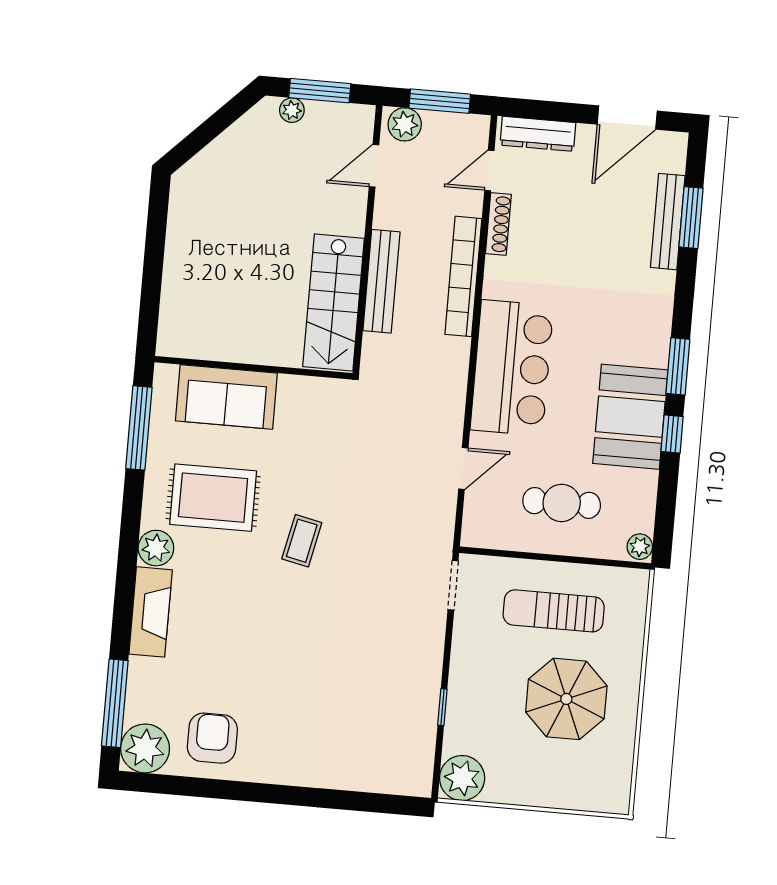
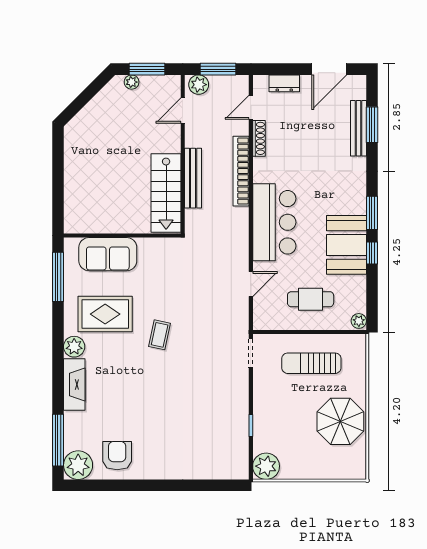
dresser: (538, 134) -> (284, 83), width x0.70
parasol: (566, 699) -> (340, 421), moved

